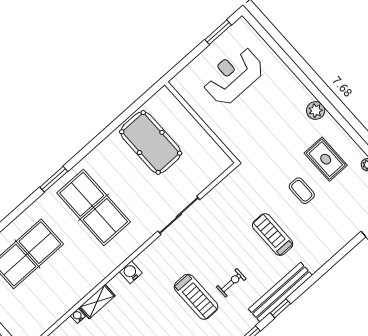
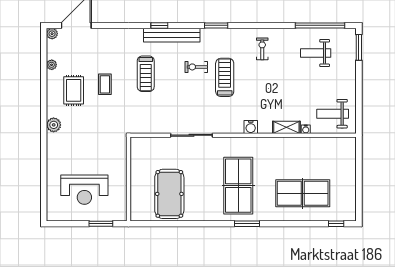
window: (218, 32) -> (101, 224), moved
window: (280, 308) -> (159, 25), moved

